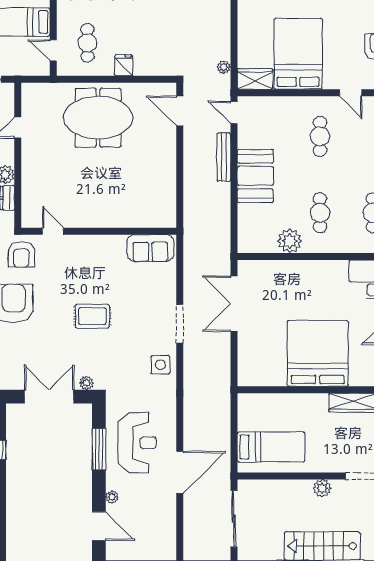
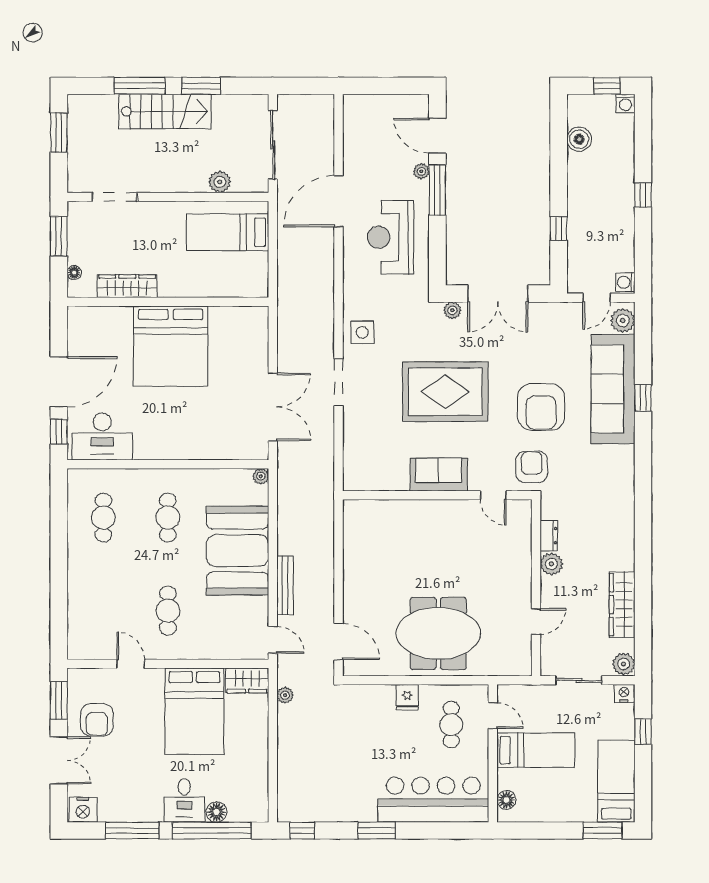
booth: (255, 176) -> (238, 551), width x1.36, depth x1.42
plant: (290, 241) -> (261, 476), moved, width x0.53, depth x0.53
sofa: (150, 248) -> (439, 475), moved
rug: (92, 316) -> (445, 392), width x1.86, depth x2.06
window: (99, 449) -> (437, 190), moved
plant: (322, 488) -> (220, 182), moved

